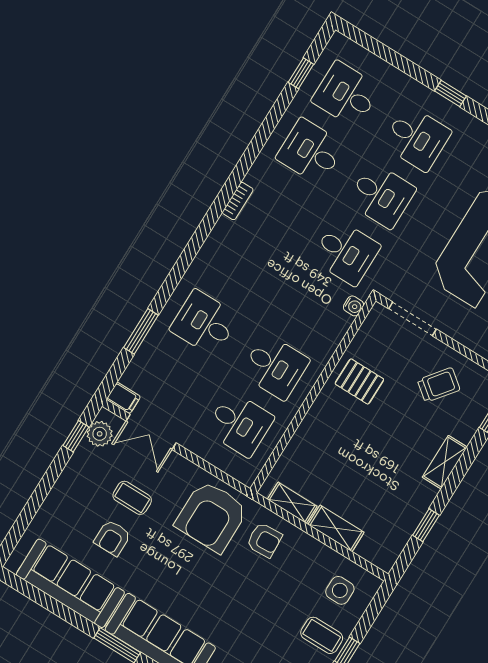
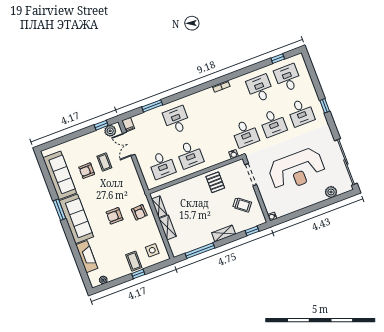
armchair: (212, 516) -> (115, 216), moved, width x0.53, depth x0.53
window: (426, 525) -> (200, 251), width x2.17

